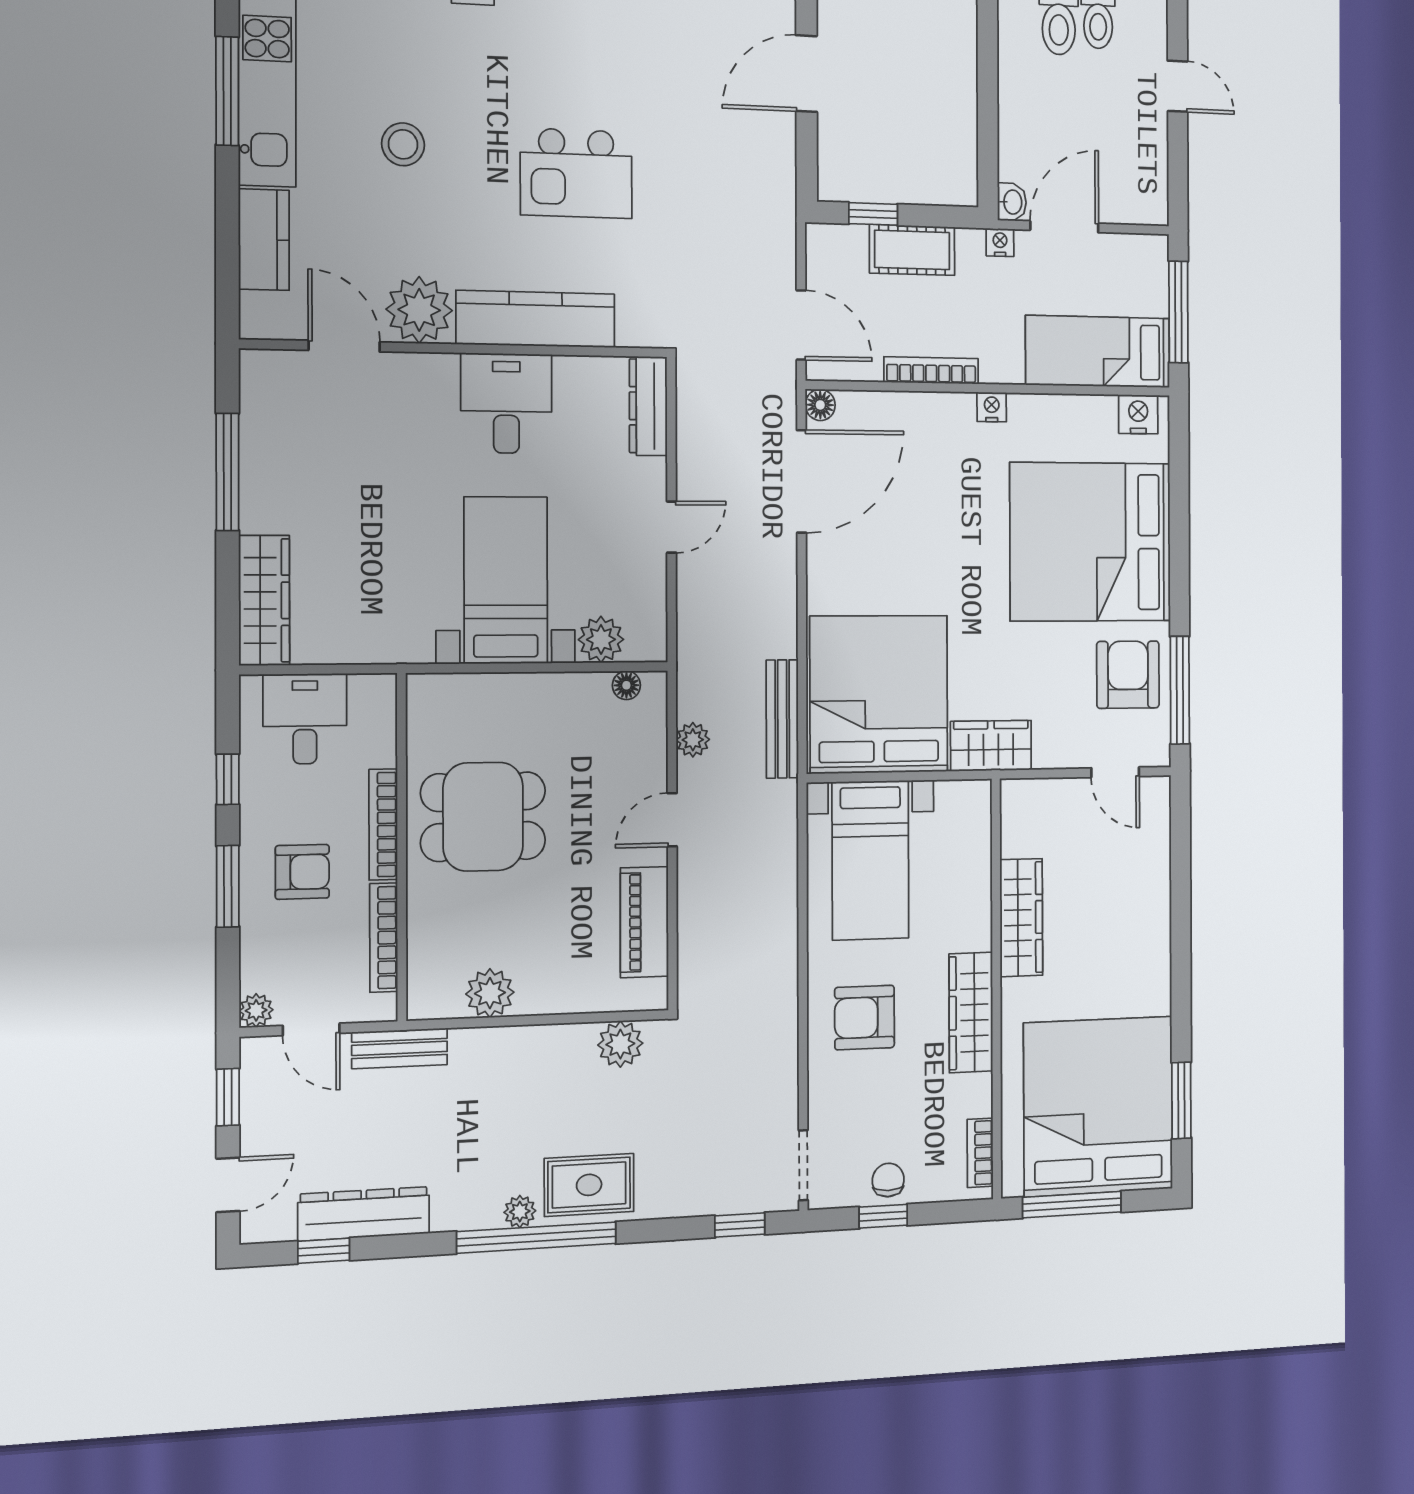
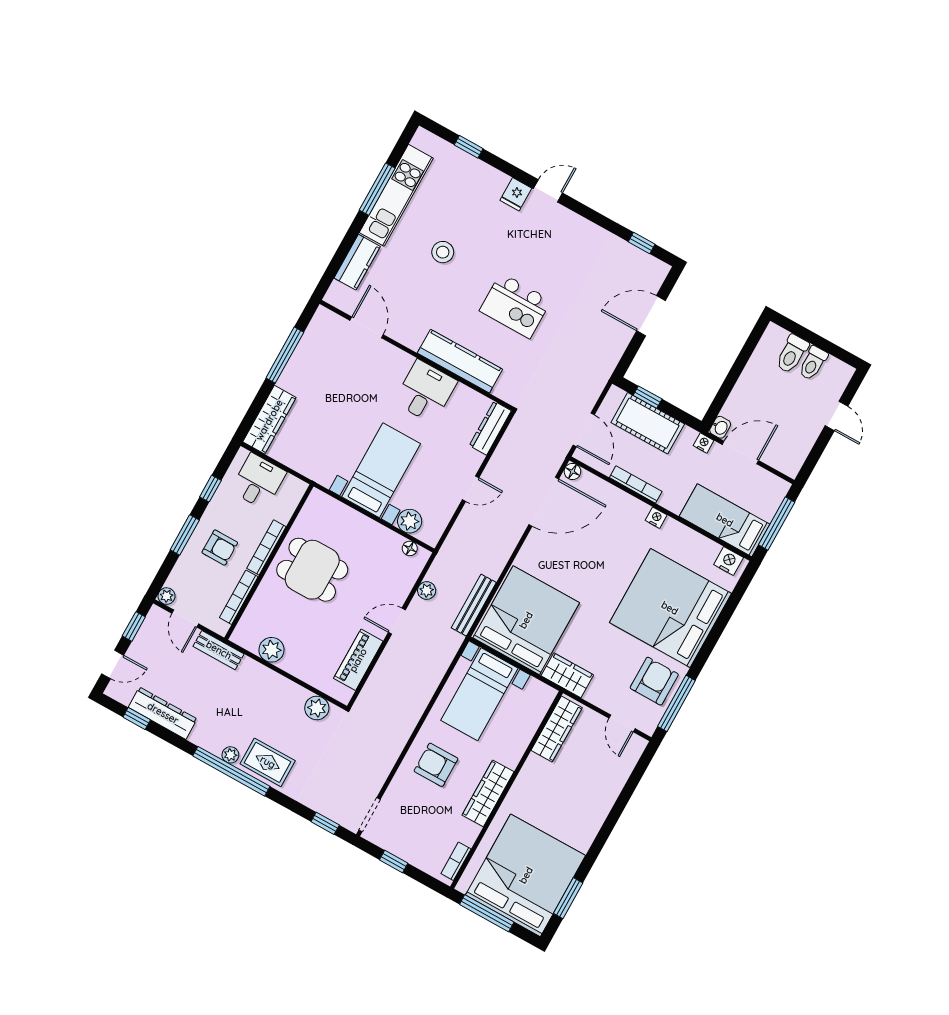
cot: (912, 250) -> (648, 423), width x1.37, depth x1.34
plant: (419, 310) -> (409, 329), removed
wardrobe: (1021, 918) -> (557, 729), moved
chair: (888, 1180) -> (405, 846), removed

